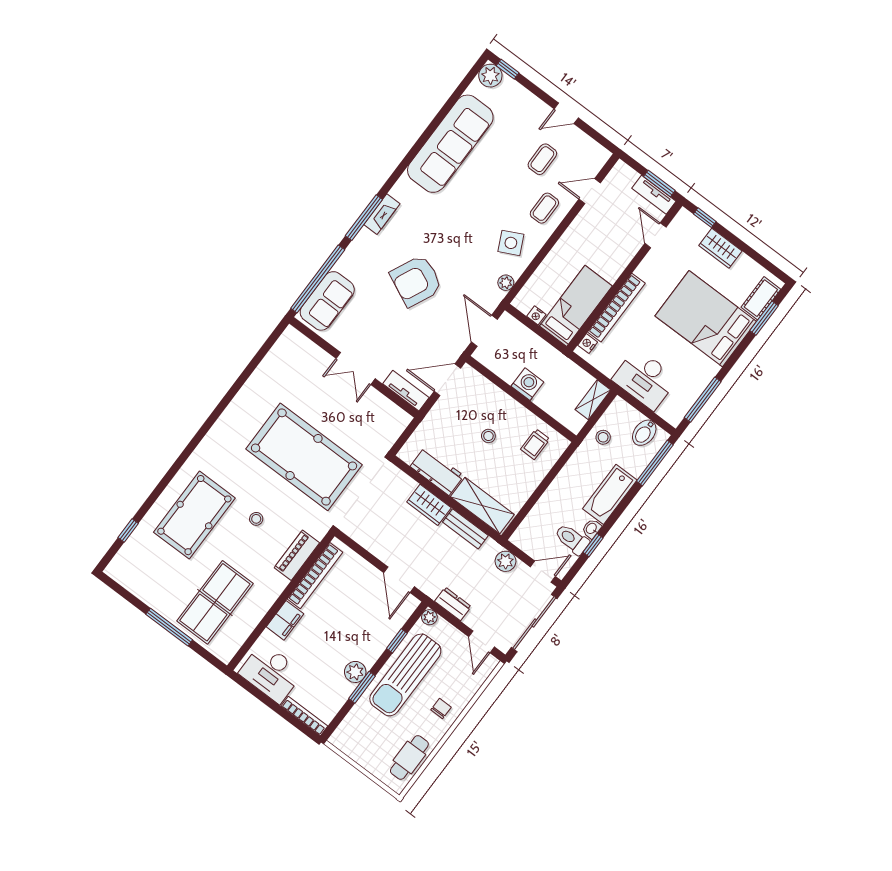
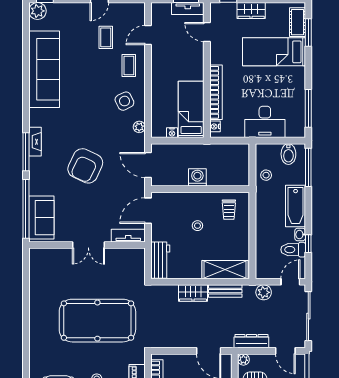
bed: (706, 319) -> (274, 52), width x0.67
shelving: (593, 400) -> (243, 157), removed
workbench: (437, 471) -> (160, 260), moved, turned 90
dresser: (453, 604) -> (251, 341), width x1.44

